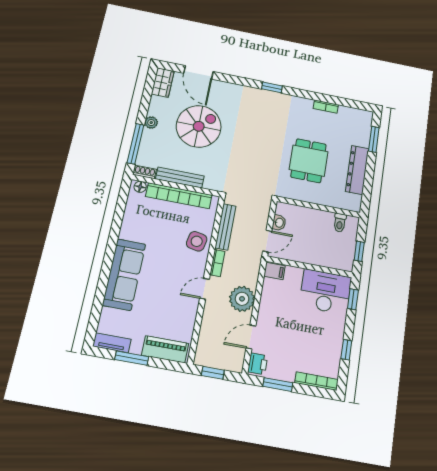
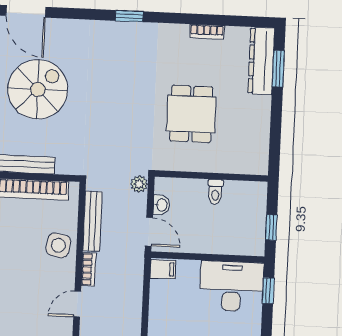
dresser: (357, 170) -> (261, 61), moved
toilet: (340, 223) -> (215, 192), moved
door: (267, 241) -> (149, 232), hinge flipped
plant: (242, 299) -> (139, 184), moved, width x0.53, depth x0.53

